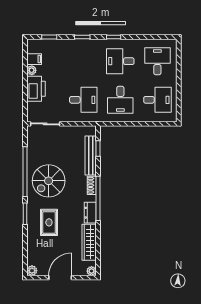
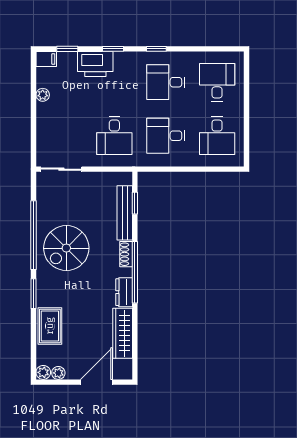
filing cabinet: (34, 59) -> (46, 59), moved
printer: (36, 89) -> (95, 64), moved, turned 90
desk: (83, 100) -> (114, 136), turned 90
desk: (120, 100) -> (166, 136), turned 90
desk: (157, 100) -> (217, 136), turned 90
rug: (49, 222) -> (50, 326), moved
plant: (91, 271) -> (58, 373), moved
door: (60, 278) -> (96, 382), moved

